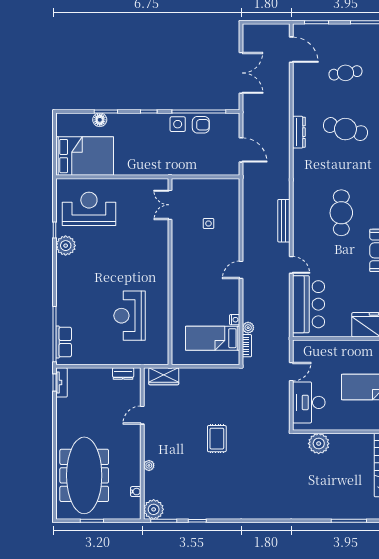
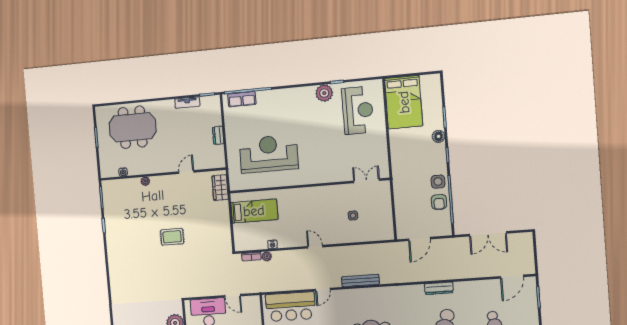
floor lamp: (100, 120) -> (439, 136), moved
reception desk: (129, 316) -> (269, 154), width x1.36, depth x1.30
bed: (213, 338) -> (254, 211), moved, turned 90
dresser: (123, 374) -> (218, 135), moved
tv unit: (61, 382) -> (187, 103), moved
door: (142, 415) -> (186, 172), hinge flipped
meeting table: (84, 475) -> (133, 127), width x0.73
plant: (154, 509) -> (110, 188), removed

